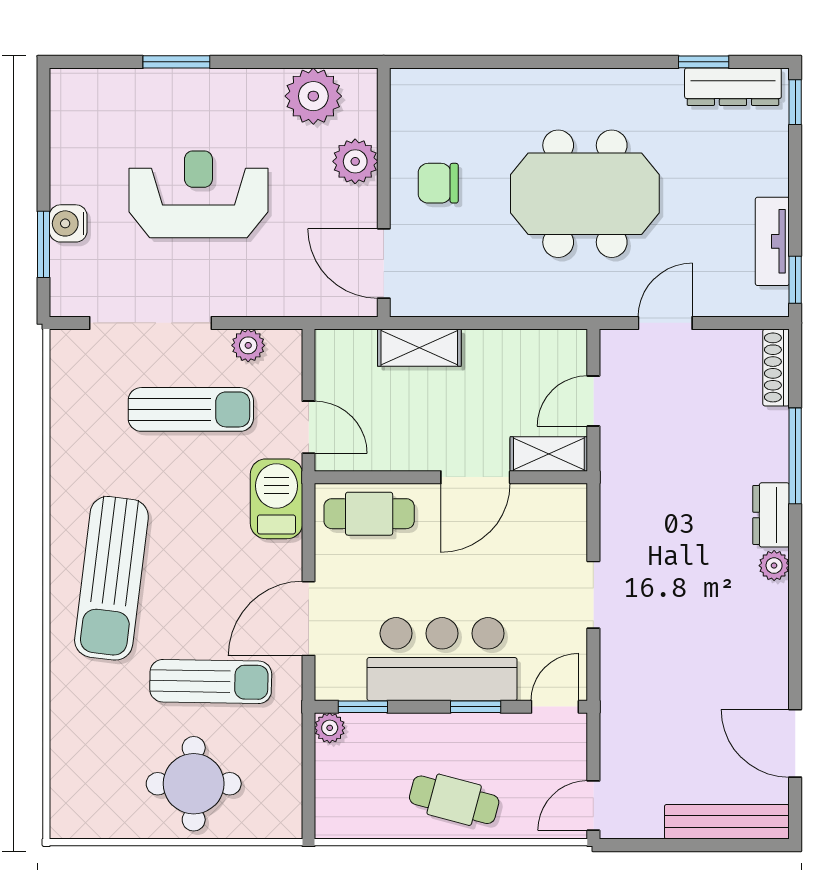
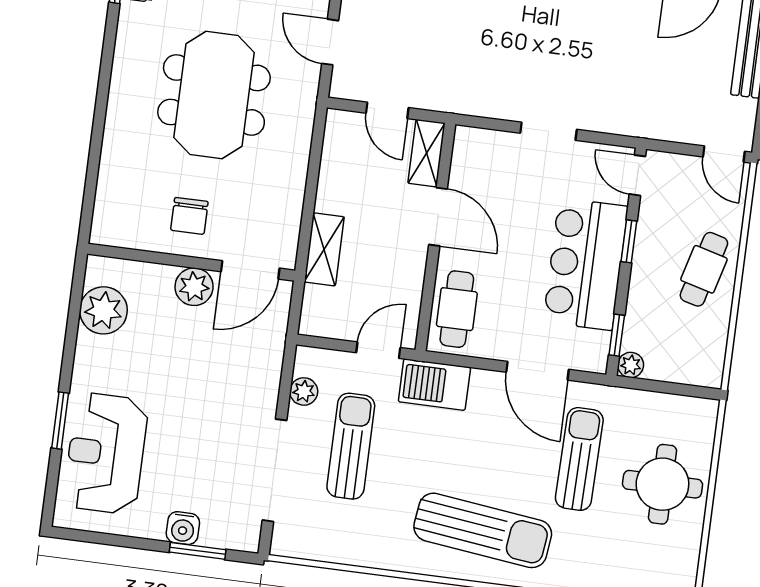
plant: (355, 161) -> (194, 287), moved
reception desk: (198, 194) -> (106, 453), moved

